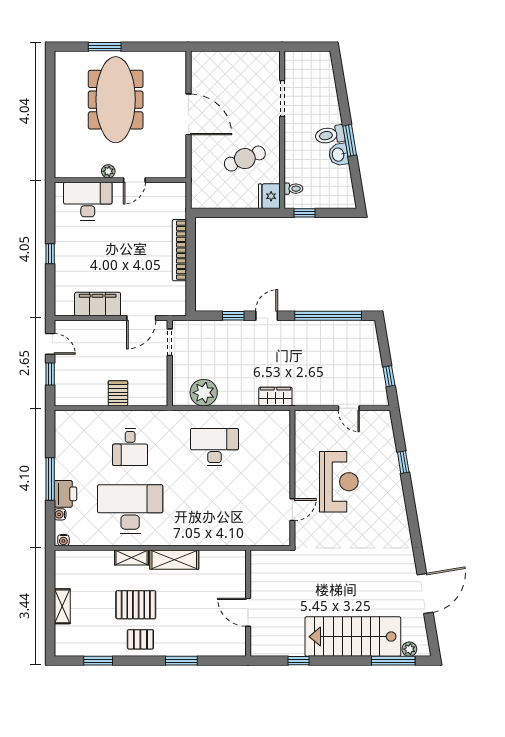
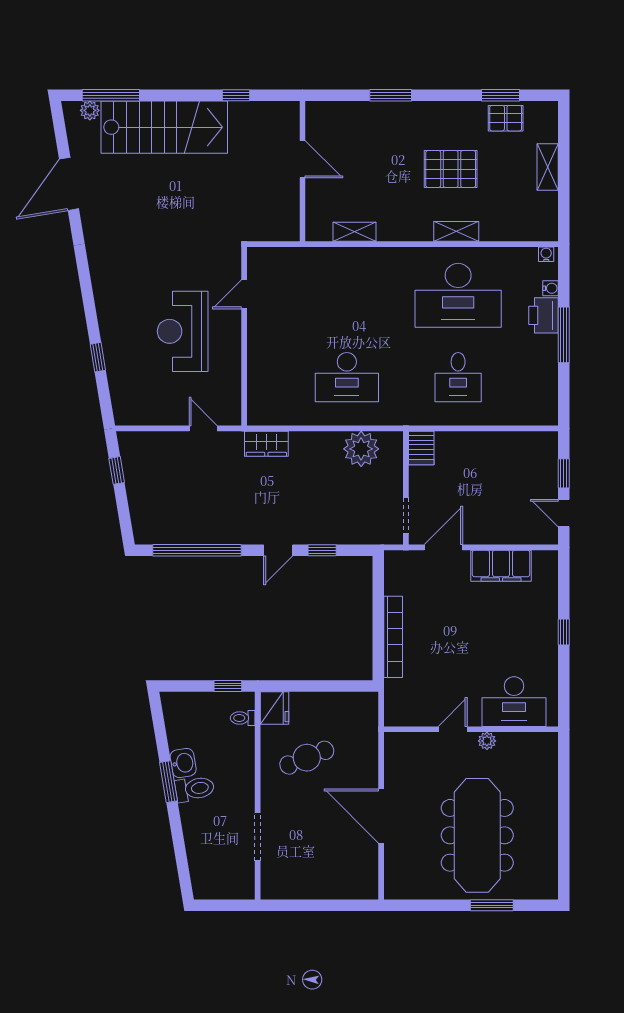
server rack: (118, 393) -> (421, 448), moved
door: (349, 408) -> (203, 428), moved
desk: (130, 447) -> (458, 377), turned 180
shelving: (174, 560) -> (355, 232), moved, width x0.67, depth x0.75
pallet: (140, 639) -> (506, 118), moved

